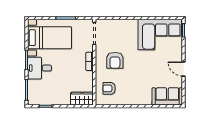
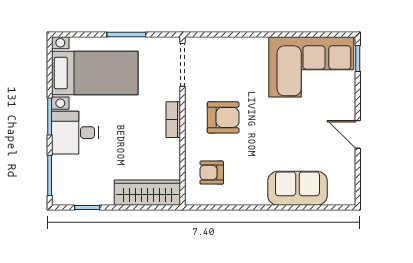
armchair: (115, 60) -> (223, 117), turned -90
sofa: (167, 96) -> (297, 188), moved
wardrobe: (82, 99) -> (147, 193), width x1.50

